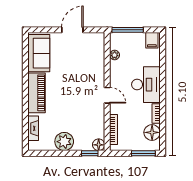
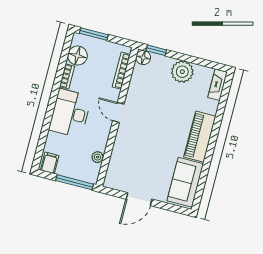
fireplace: (33, 128) -> (218, 85), moved

